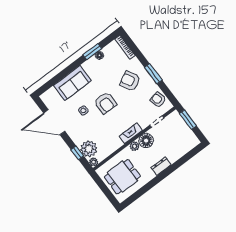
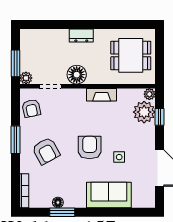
fireplace: (131, 133) -> (102, 95), moved
plant: (135, 146) -> (26, 78), moved

